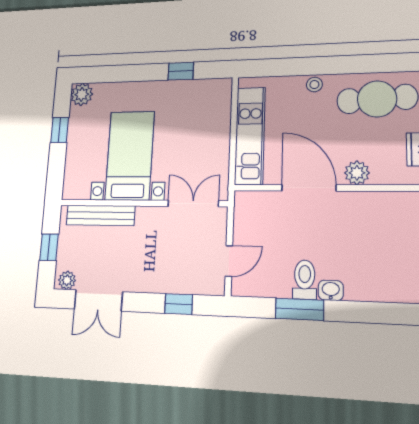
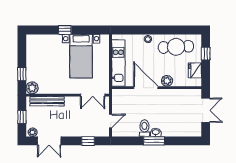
window: (181, 71) -> (65, 30), moved
plant: (82, 94) -> (32, 88), moved
window: (60, 130) -> (22, 74), moved
bed with nightstands: (130, 155) -> (81, 56), moved, turned 180
double door: (193, 204) -> (93, 95), swing flipped
window: (300, 309) -> (154, 141), moved

